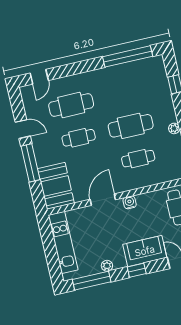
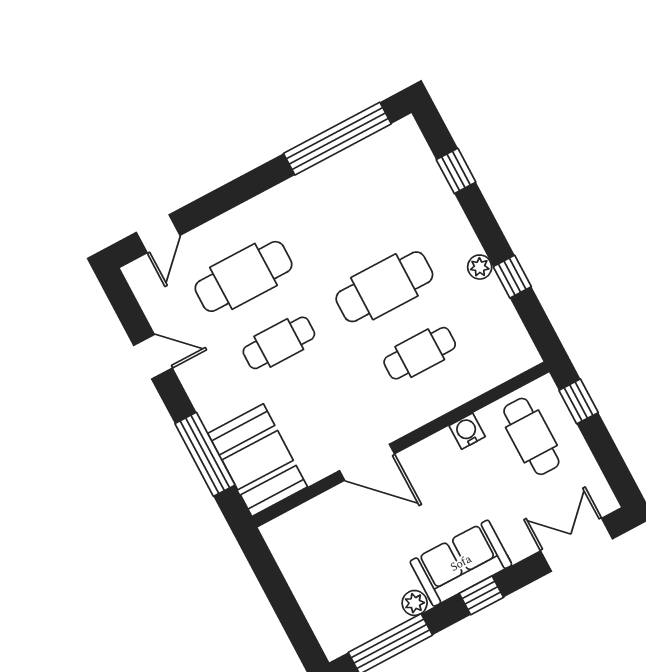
window: (30, 163) -> (205, 454), moved
door: (103, 200) -> (367, 462), swing flipped
water cooler: (130, 202) -> (467, 431), moved
kitchen unit: (63, 242) -> (306, 578), removed
sofa: (145, 251) -> (461, 563), moved

